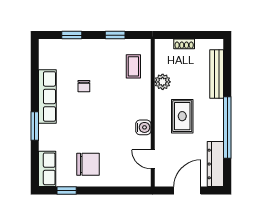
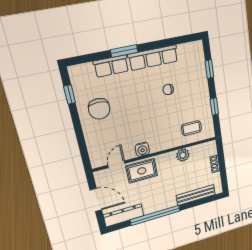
rug: (182, 116) -> (142, 171), moved
row of seats: (47, 169) -> (111, 66), moved

